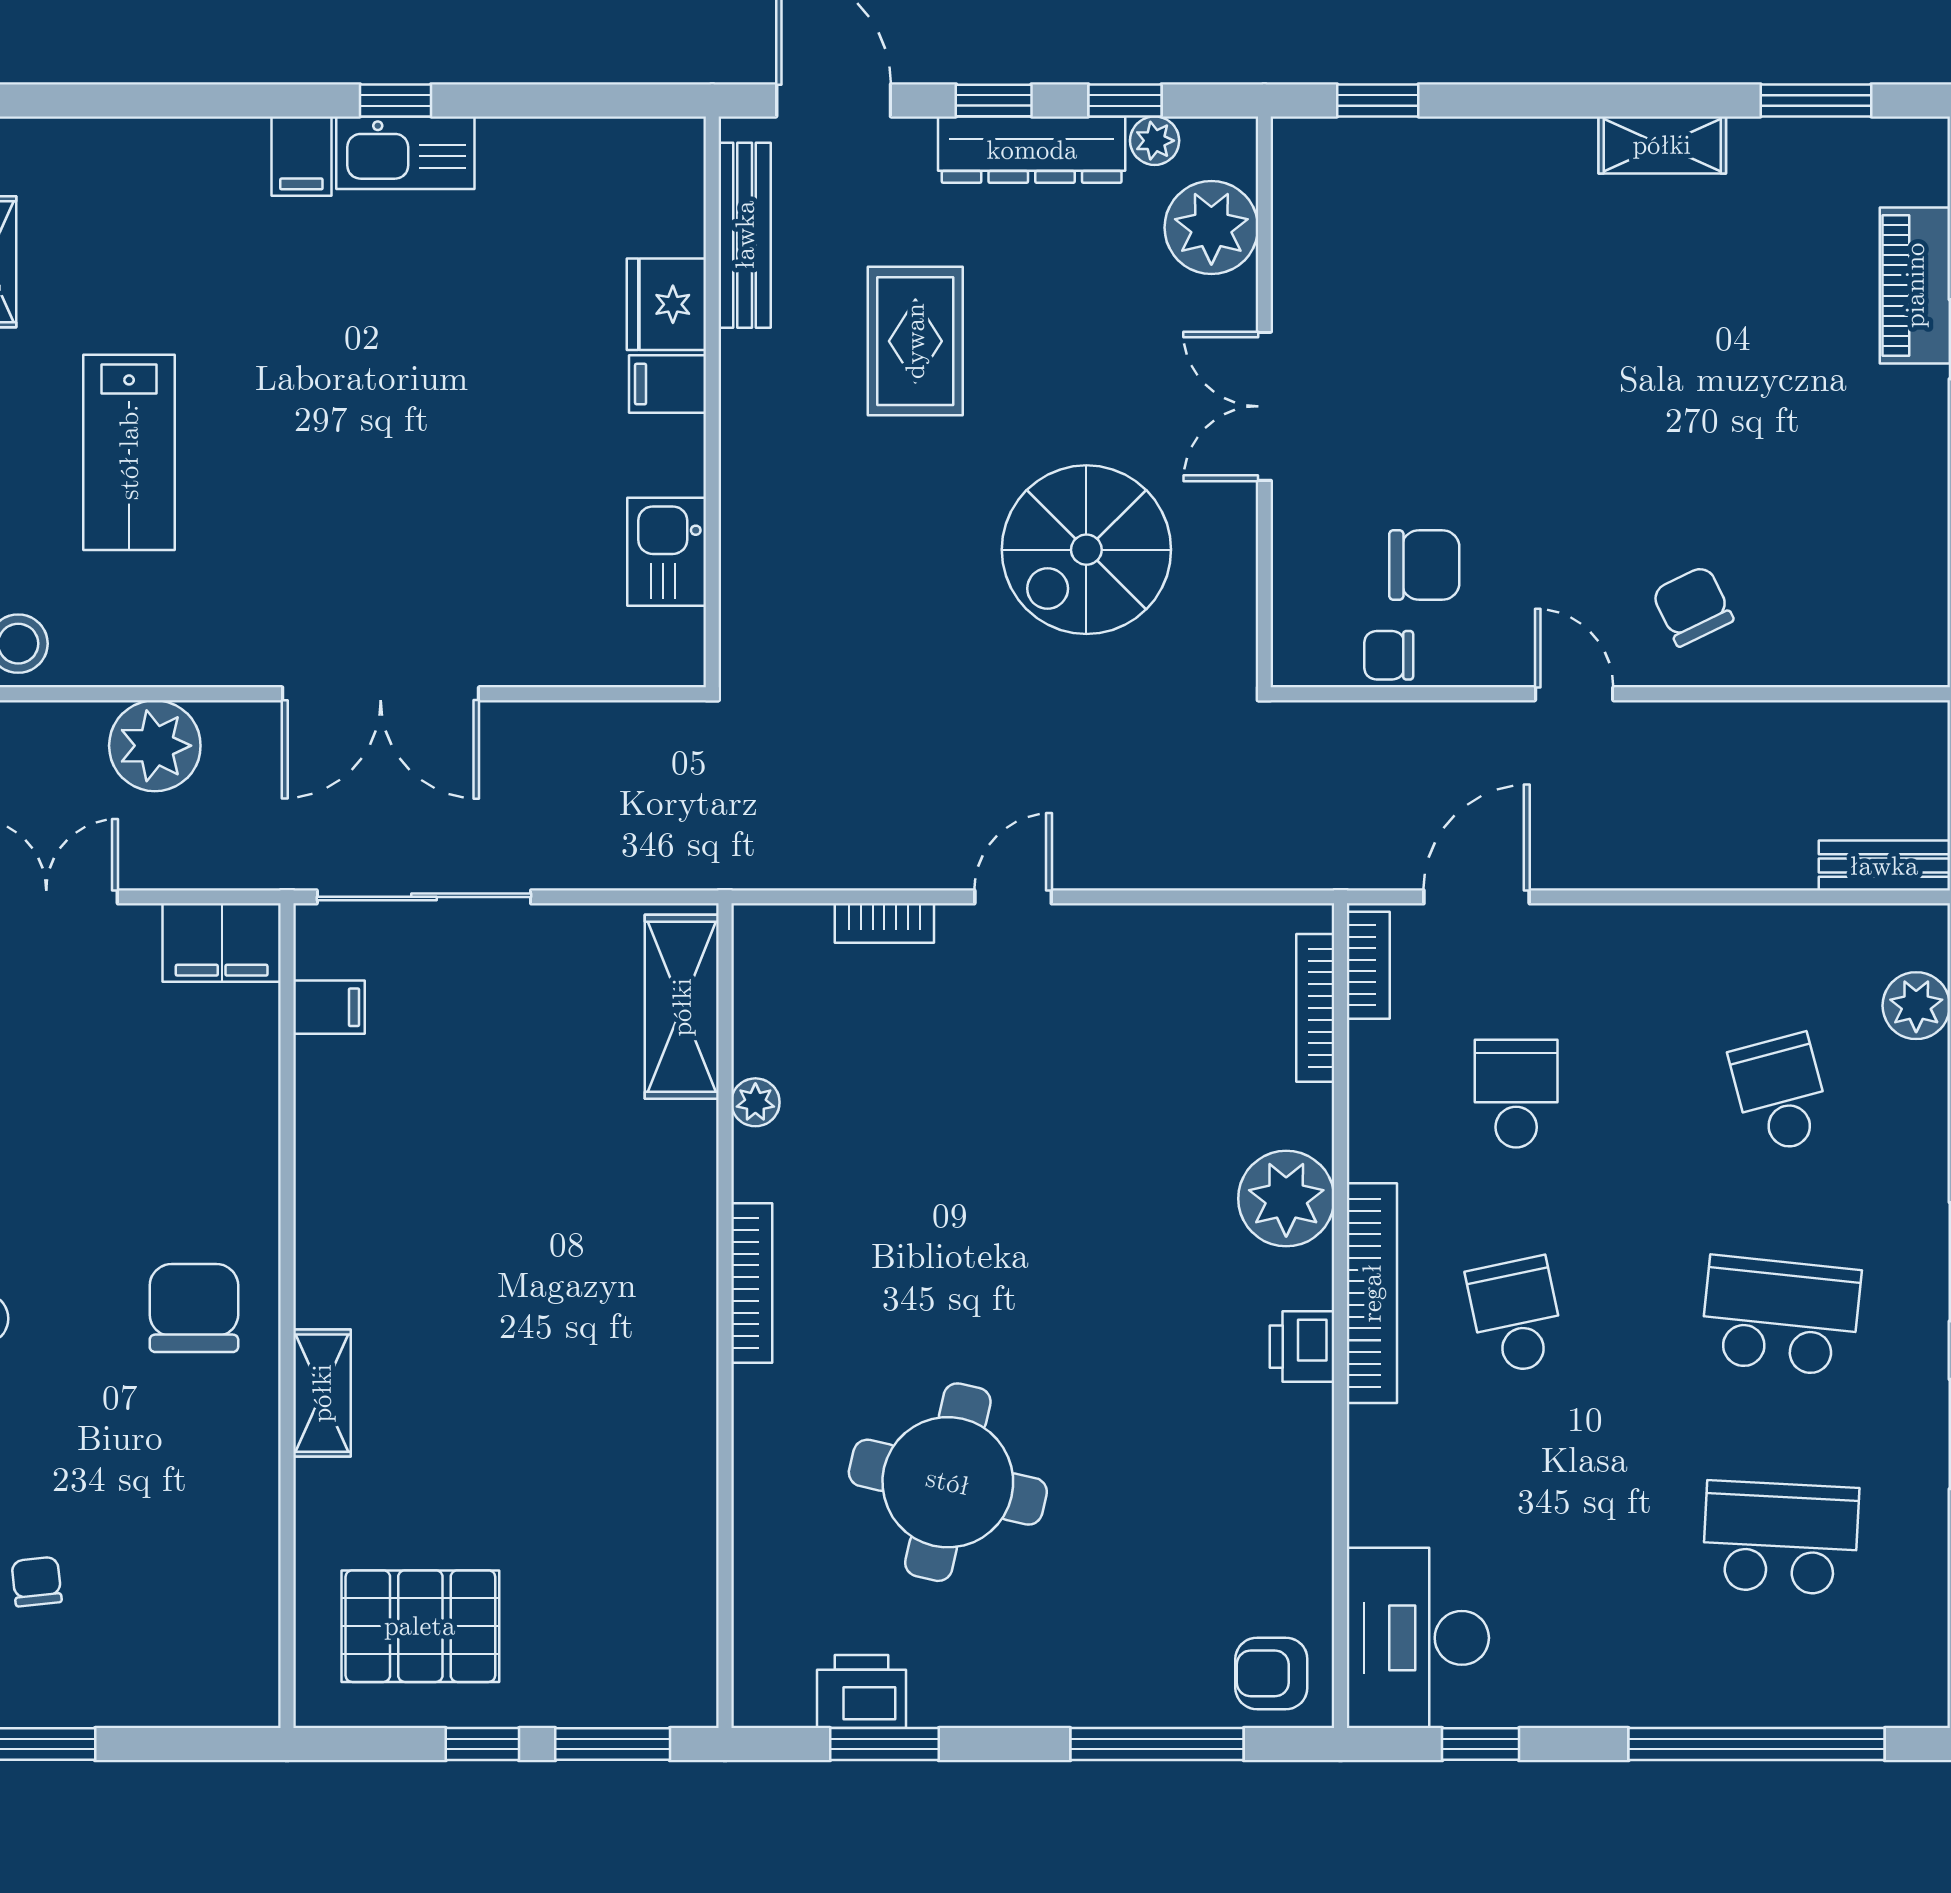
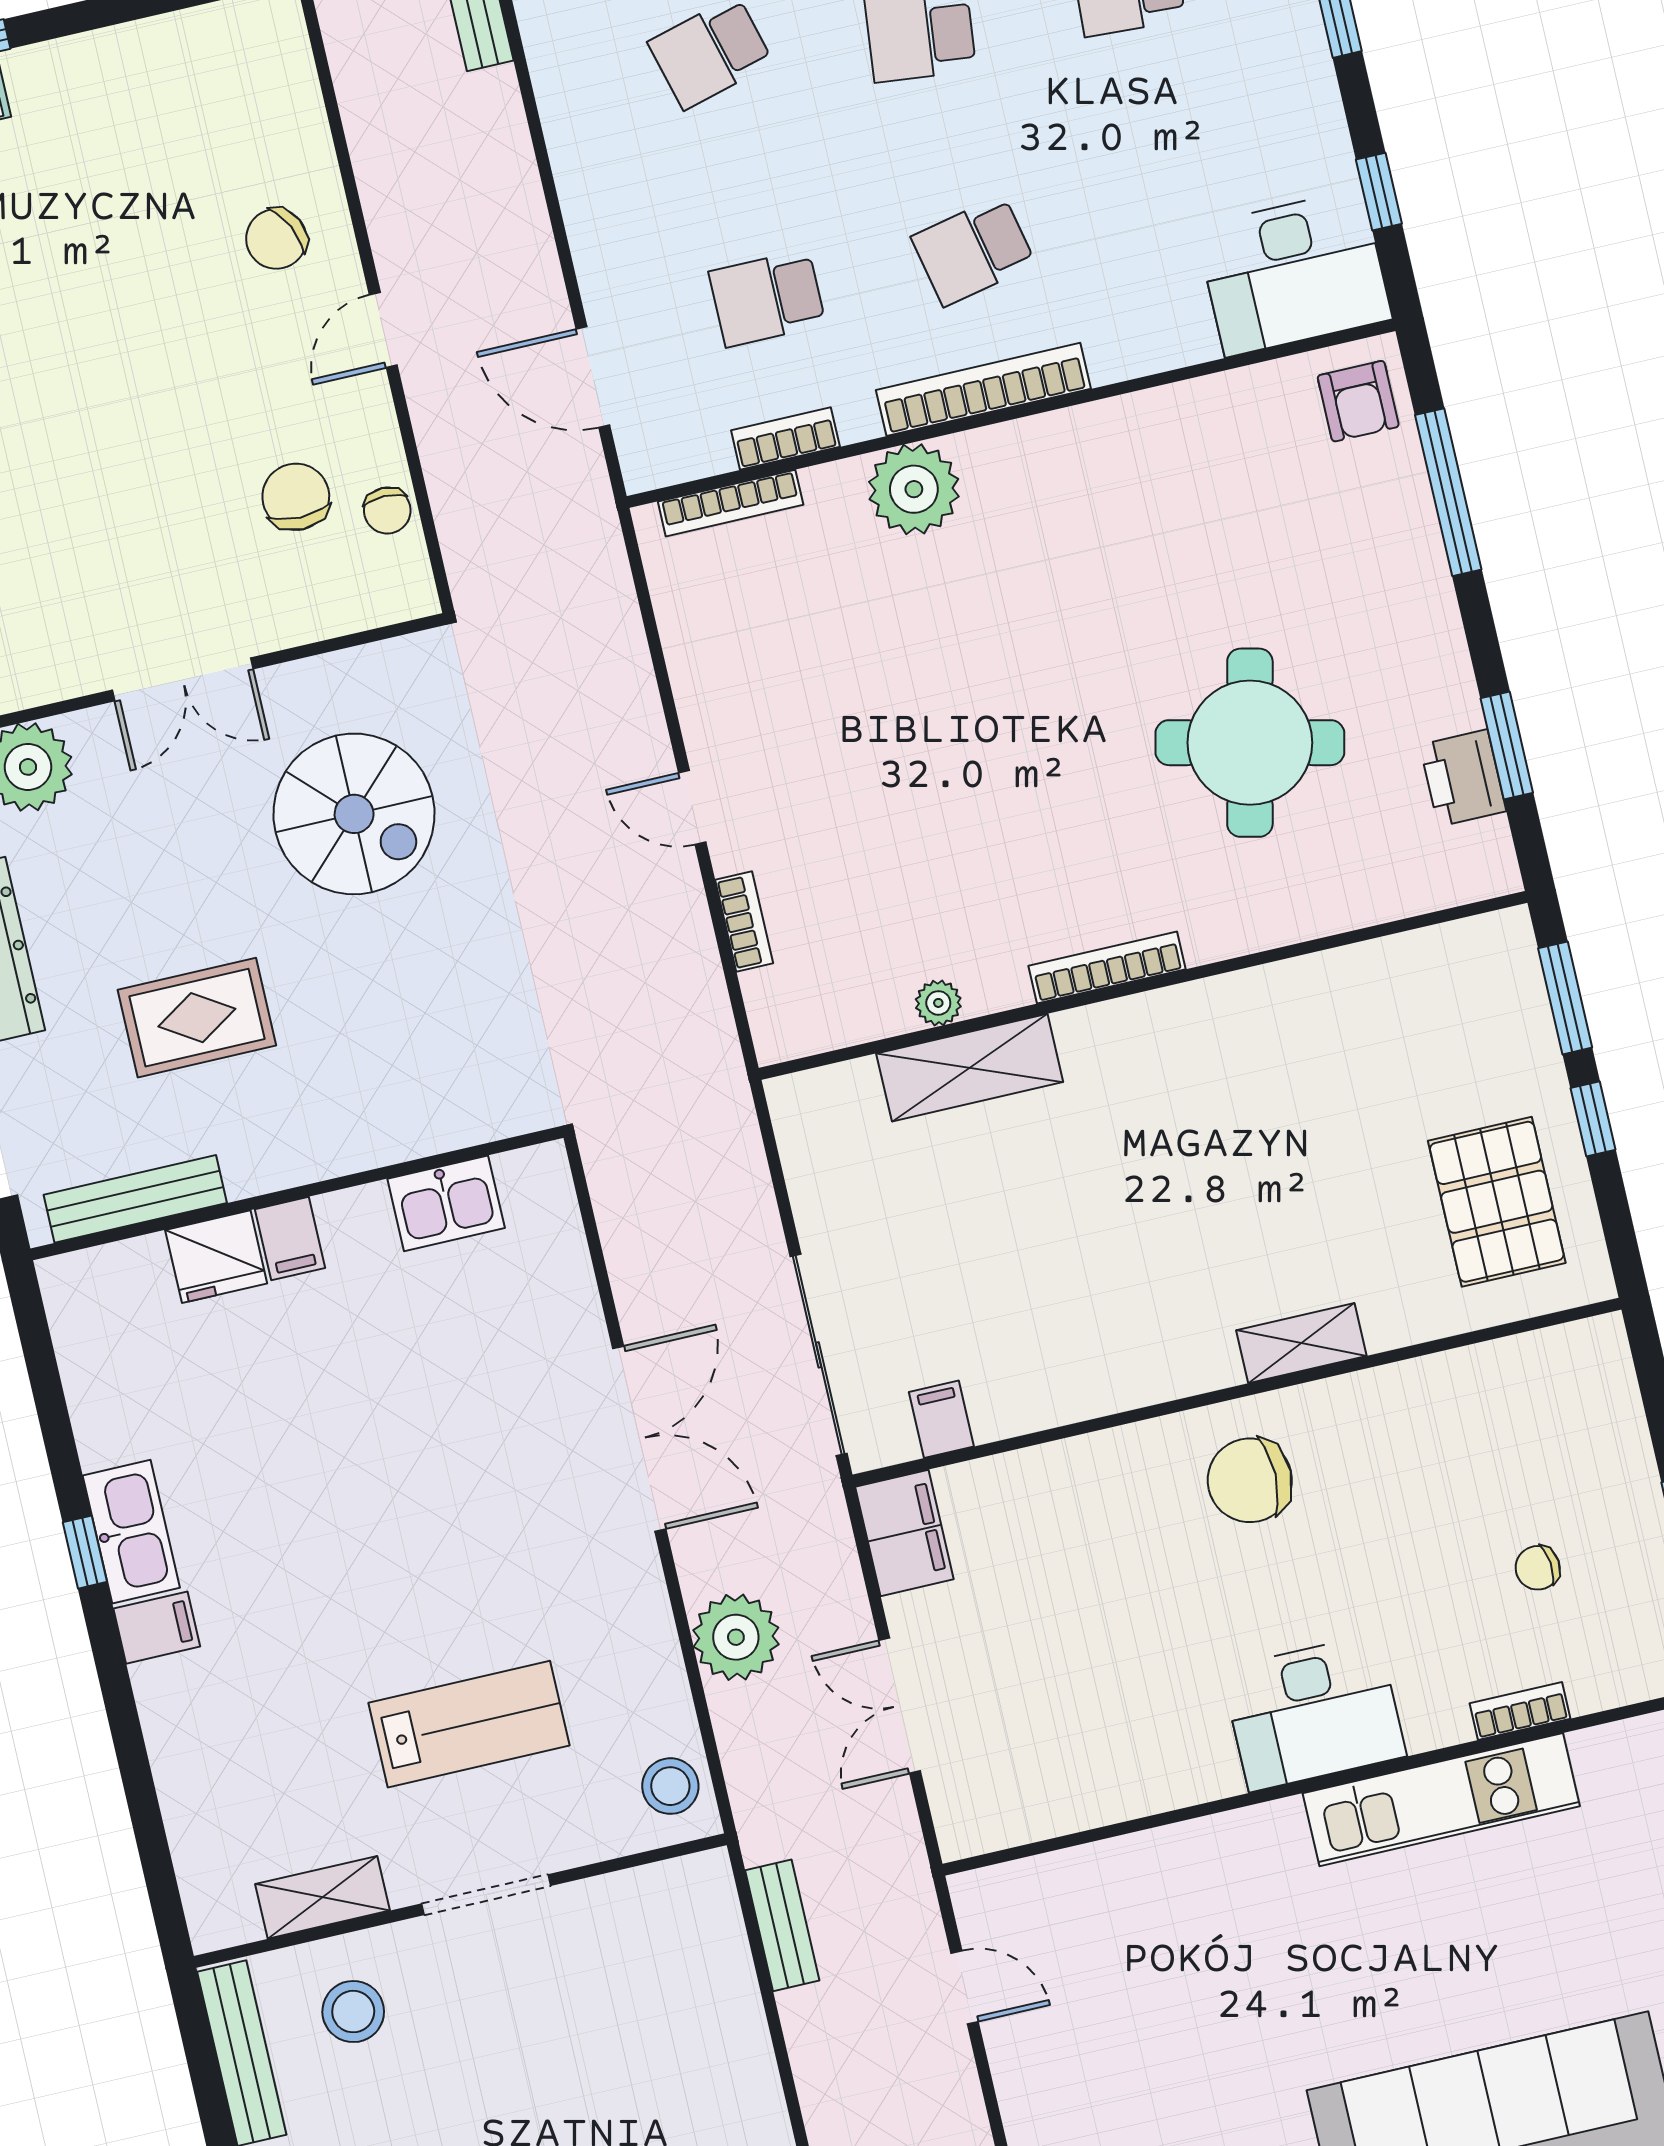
bookcase: (1368, 965) -> (785, 439), moved
shelving: (682, 1007) -> (970, 1068), moved
printer: (1302, 1347) -> (1048, 443), removed

